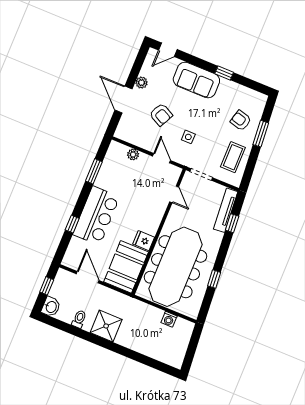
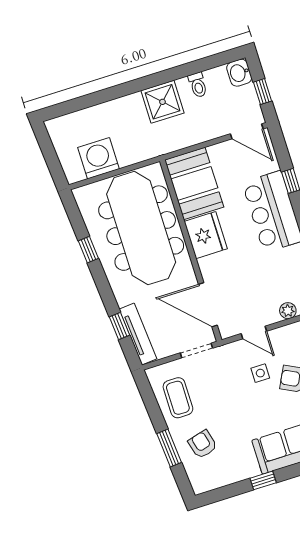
armchair: (241, 120) -> (203, 444), turned -120
side table: (188, 137) -> (260, 373), moved
door: (174, 194) -> (208, 305), width x1.88
fridge: (144, 241) -> (206, 235), width x1.88, depth x1.34
door: (88, 277) -> (247, 131), moved
washing machine: (169, 319) -> (98, 158), width x1.89, depth x1.89

